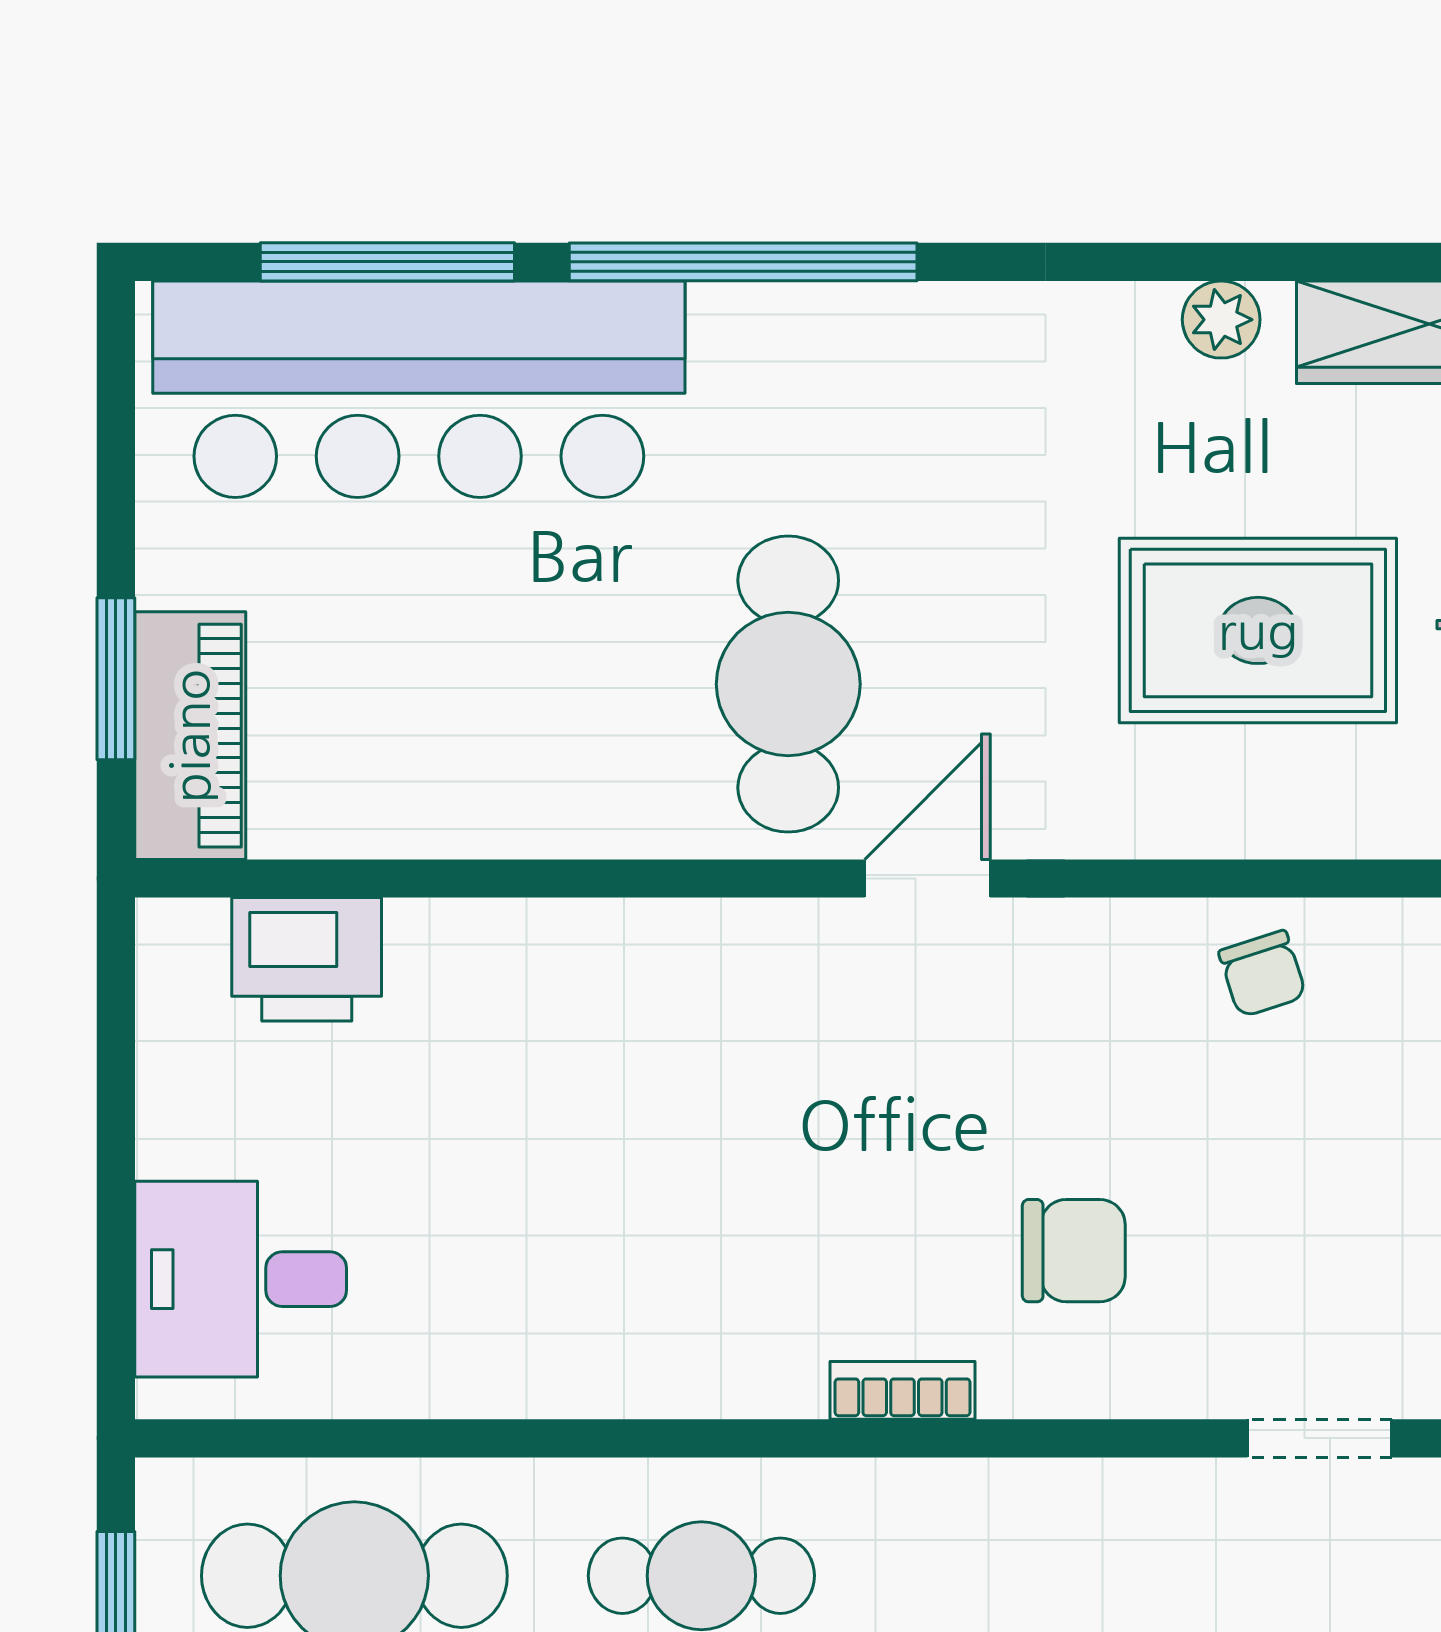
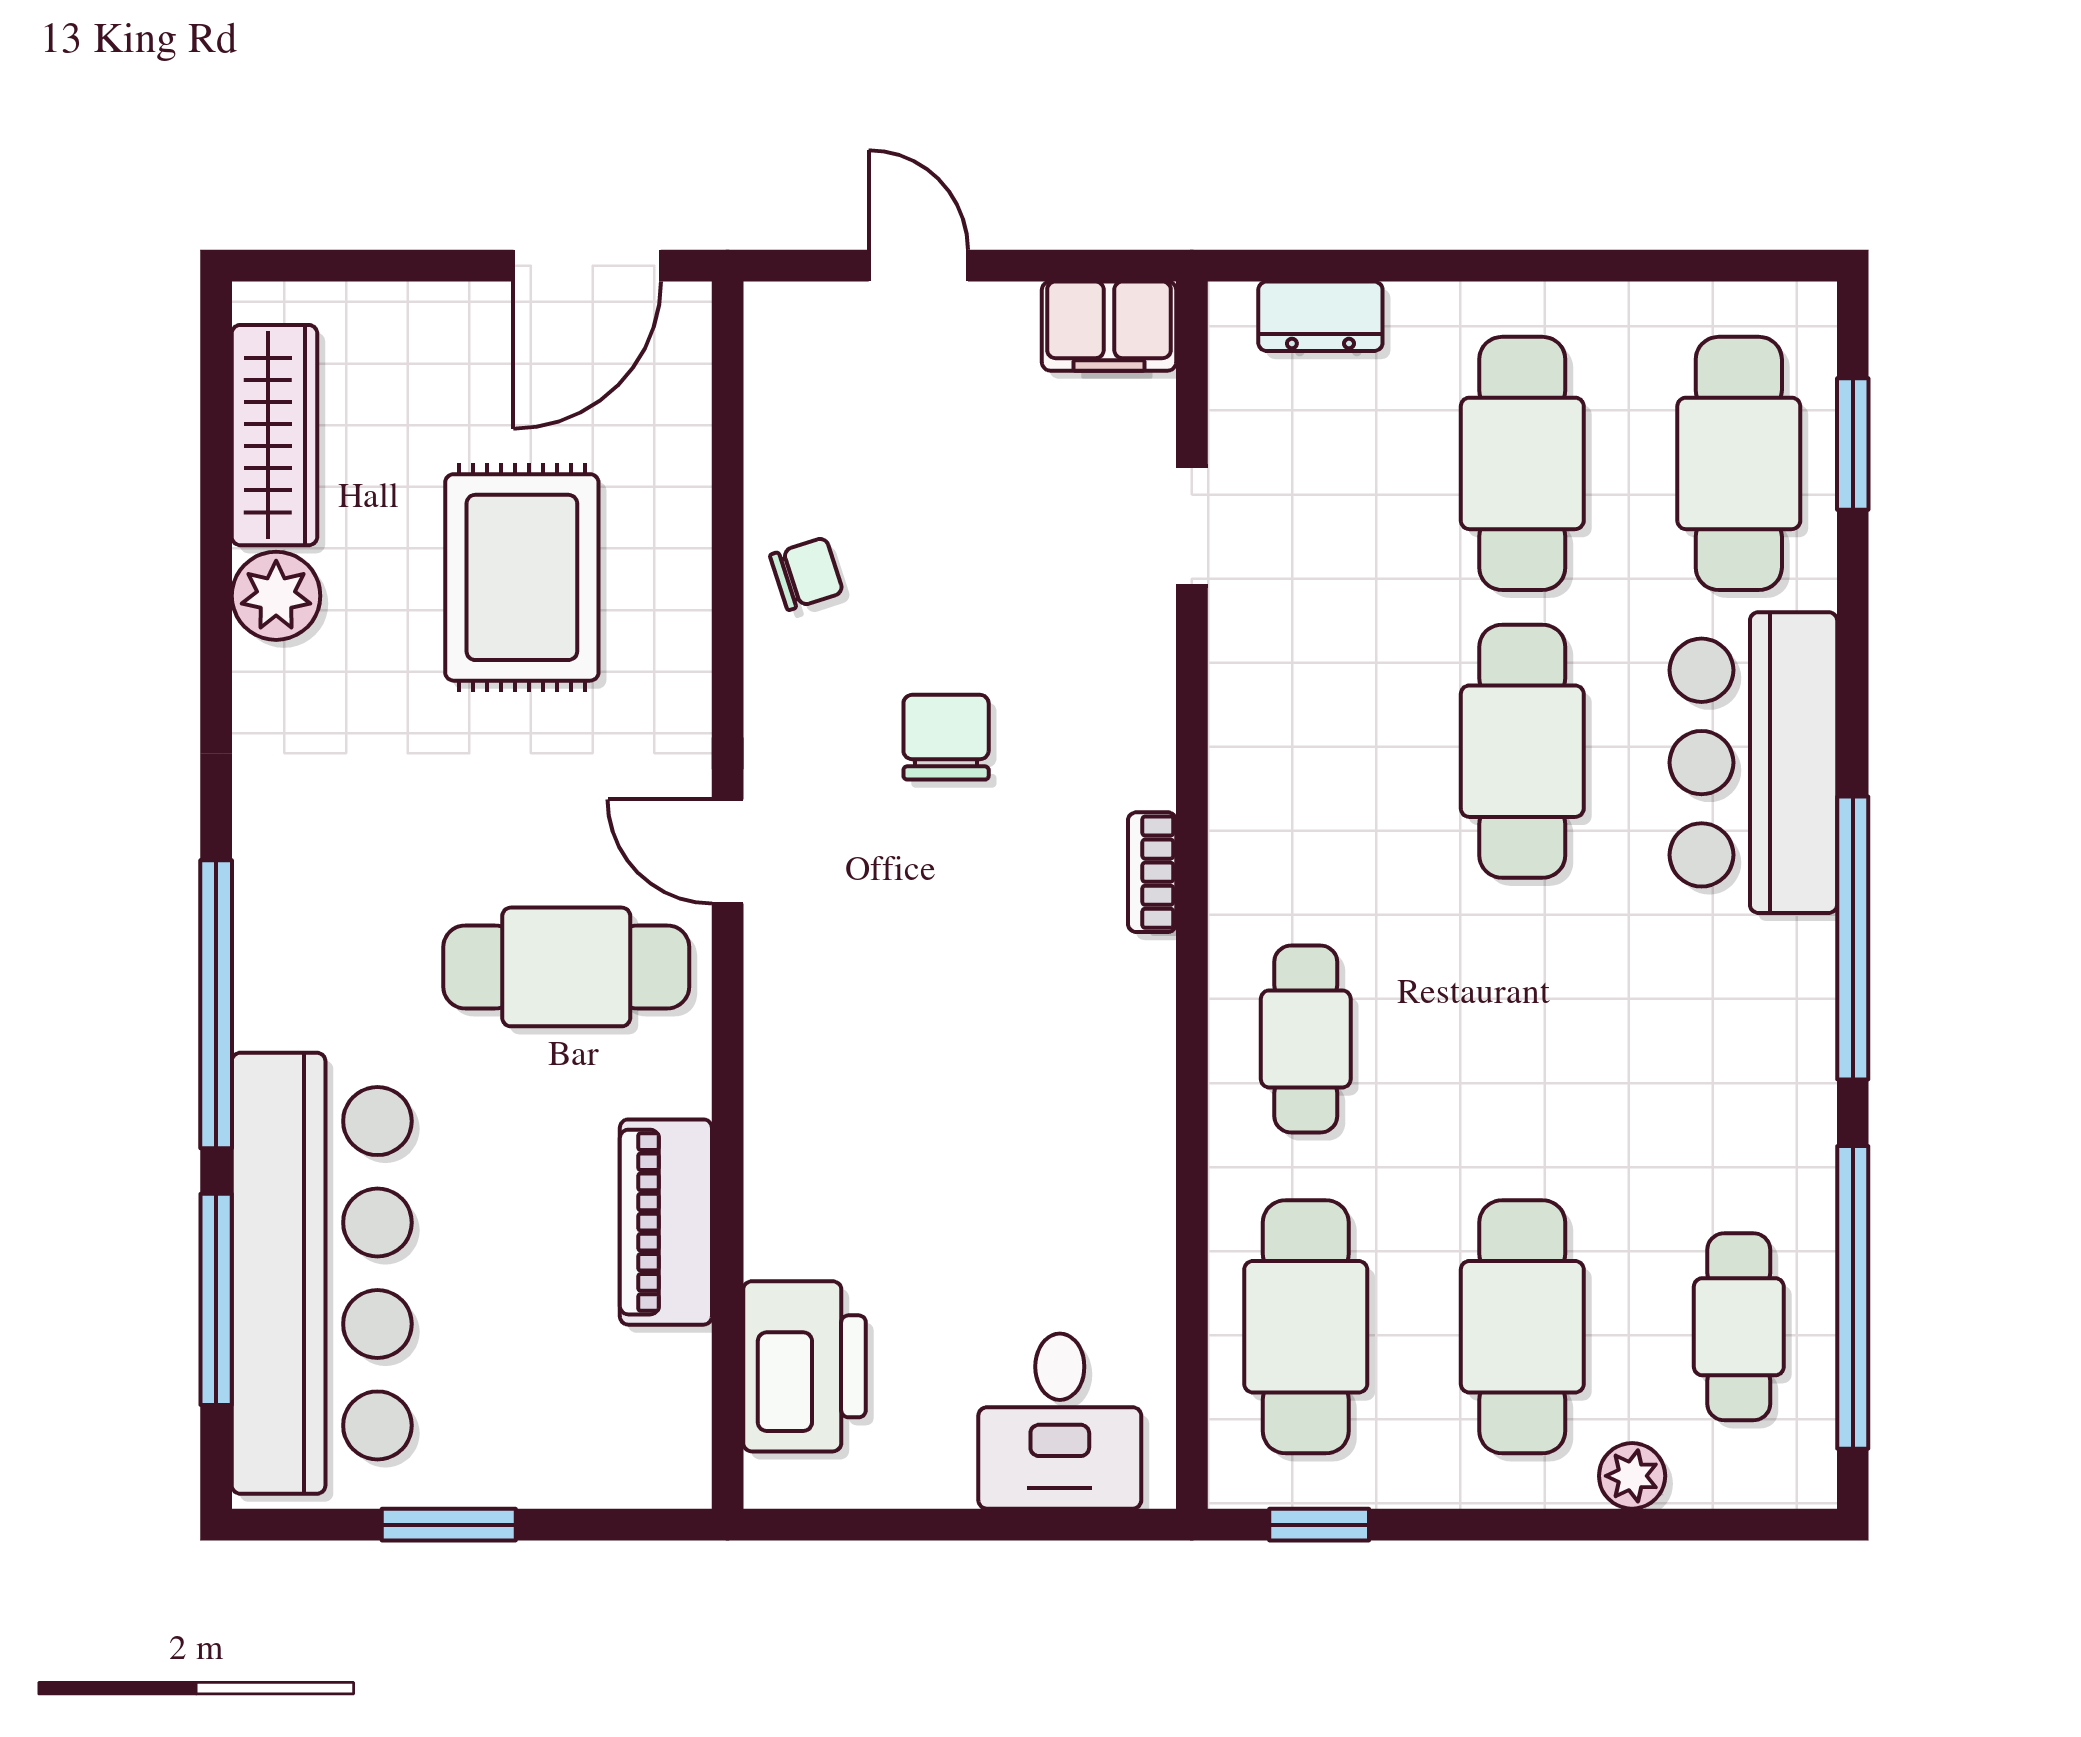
plant: (1221, 320) -> (276, 596), width x1.38, depth x1.38
window: (116, 679) -> (449, 1525), moved
piano: (190, 736) -> (666, 1222), moved, turned -90
printer: (307, 959) -> (805, 1366), width x1.37, depth x1.19
chair: (1074, 1251) -> (946, 737), moved

